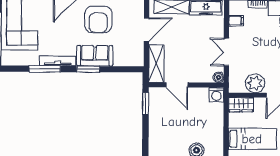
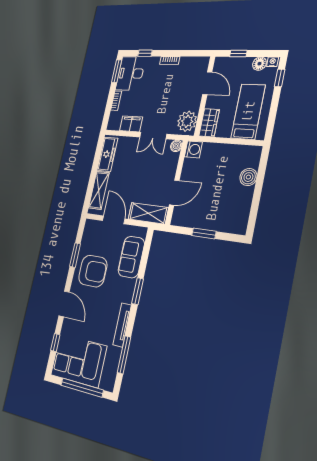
filing cabinet: (236, 21) -> (131, 124), width x2.00
sofa: (95, 56) -> (131, 257), moved
window: (45, 69) -> (124, 355), moved
plant: (255, 83) -> (187, 121), moved
window: (146, 104) -> (204, 233), moved

